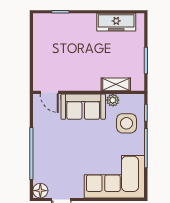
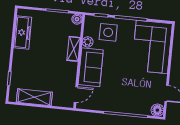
shelving: (41, 44) -> (34, 97), added
shelving: (116, 84) -> (74, 49), moved
boiler: (138, 85) -> (77, 19), added

